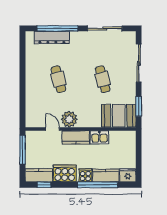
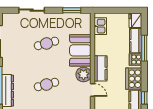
sliding door: (139, 63) -> (32, 10), width x0.73
booth: (119, 116) -> (80, 50), moved
door: (53, 129) -> (93, 90), swing flipped
kitchen sink: (99, 137) -> (100, 26), moved
window: (98, 185) -> (144, 48), width x0.68

